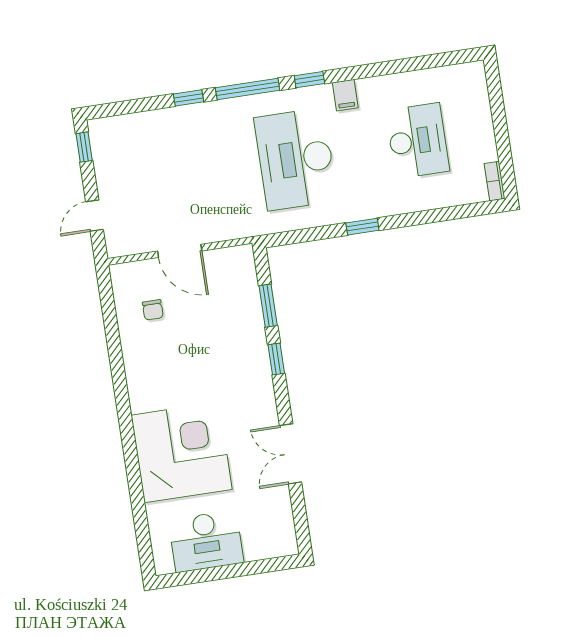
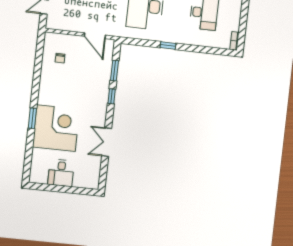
door: (180, 251) -> (95, 36), moved
window: (129, 445) -> (32, 118), added
desk: (206, 541) -> (61, 173), width x0.73

